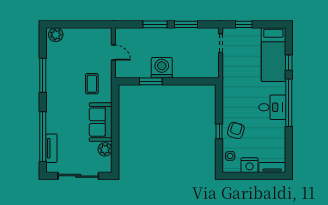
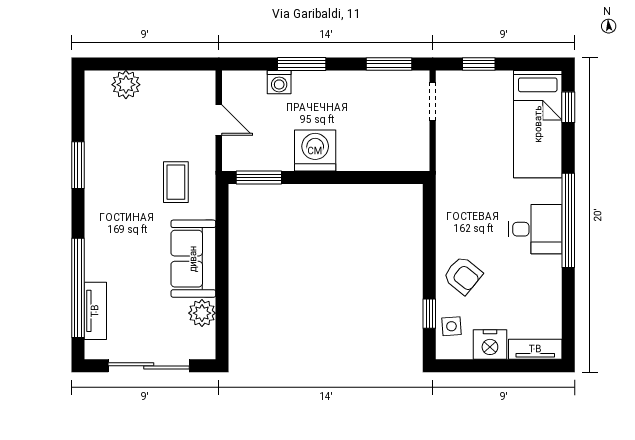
window: (186, 24) -> (389, 64), moved
washing machine: (144, 33) -> (279, 82), added
plant: (56, 35) -> (126, 85), moved
window: (289, 63) -> (568, 107), moved
window: (43, 75) -> (78, 165), width x0.69
window: (151, 81) -> (259, 177), moved
armchair: (236, 130) -> (463, 275), turned 113
window: (219, 131) -> (429, 314), moved

